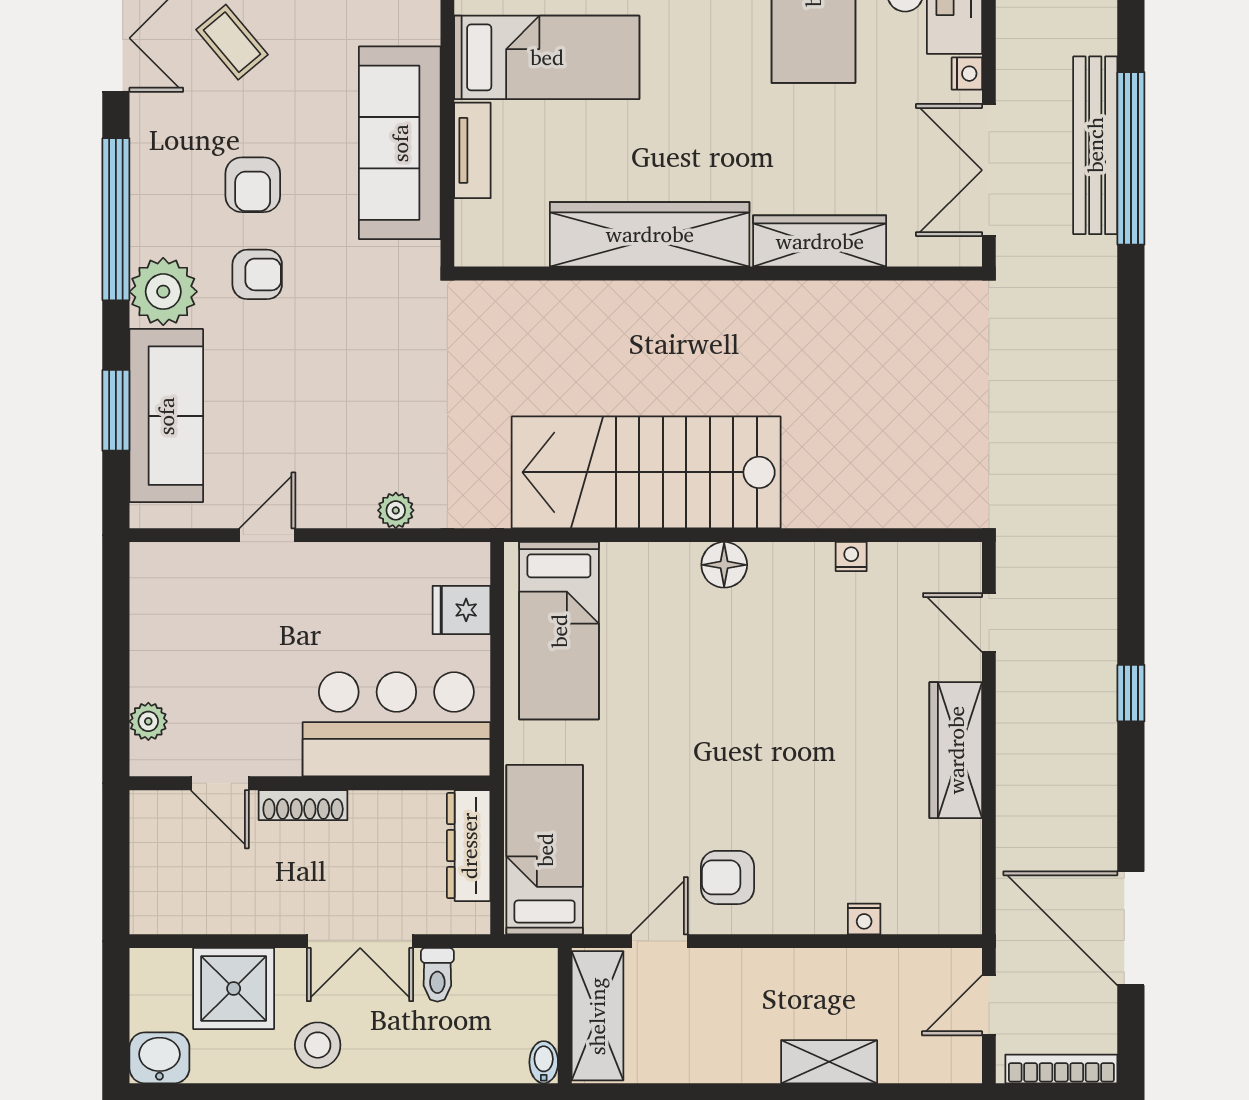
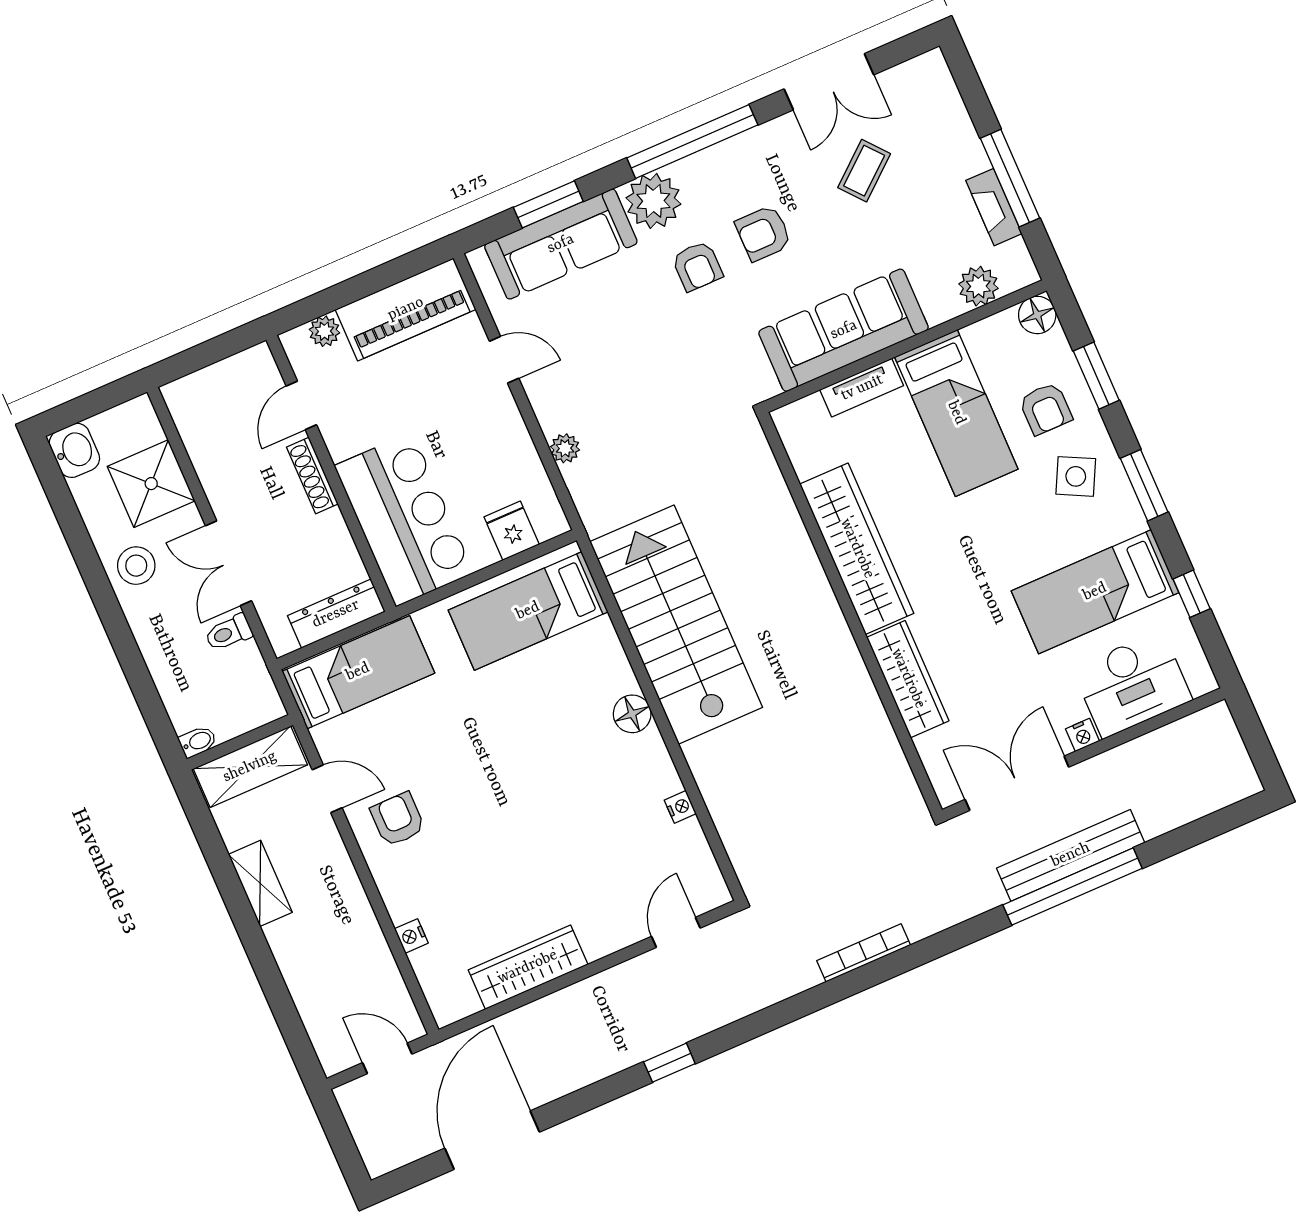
piano: (164, 620) -> (406, 309), added
wardrobe: (956, 750) -> (528, 967), moved
shelving: (829, 1062) -> (260, 883), moved
bookcase: (1061, 1069) -> (864, 953), moved, turned -90

